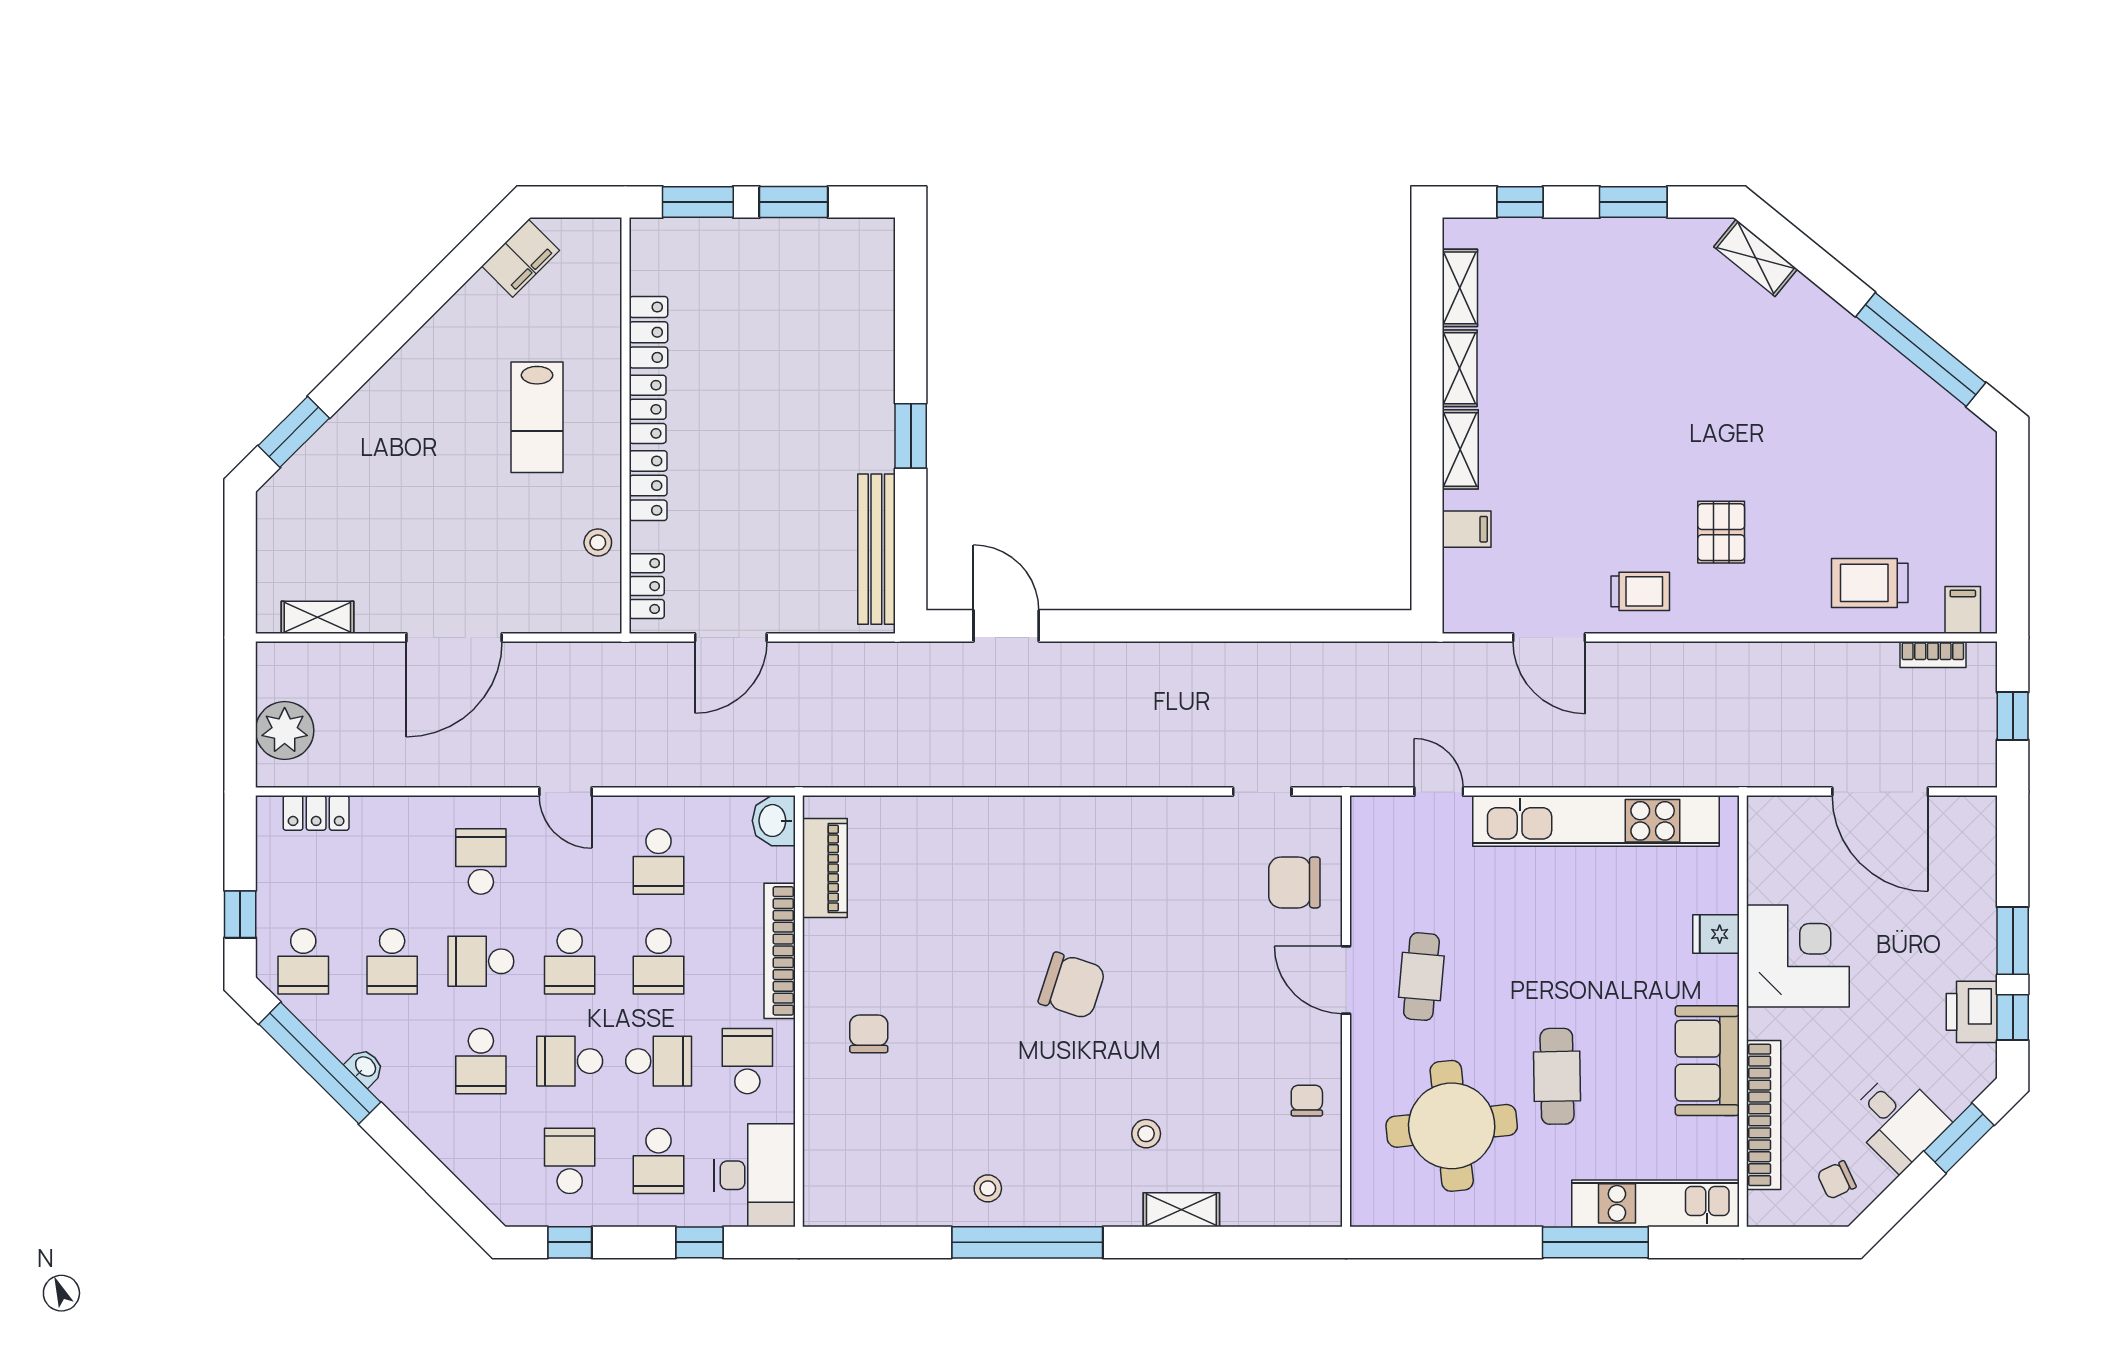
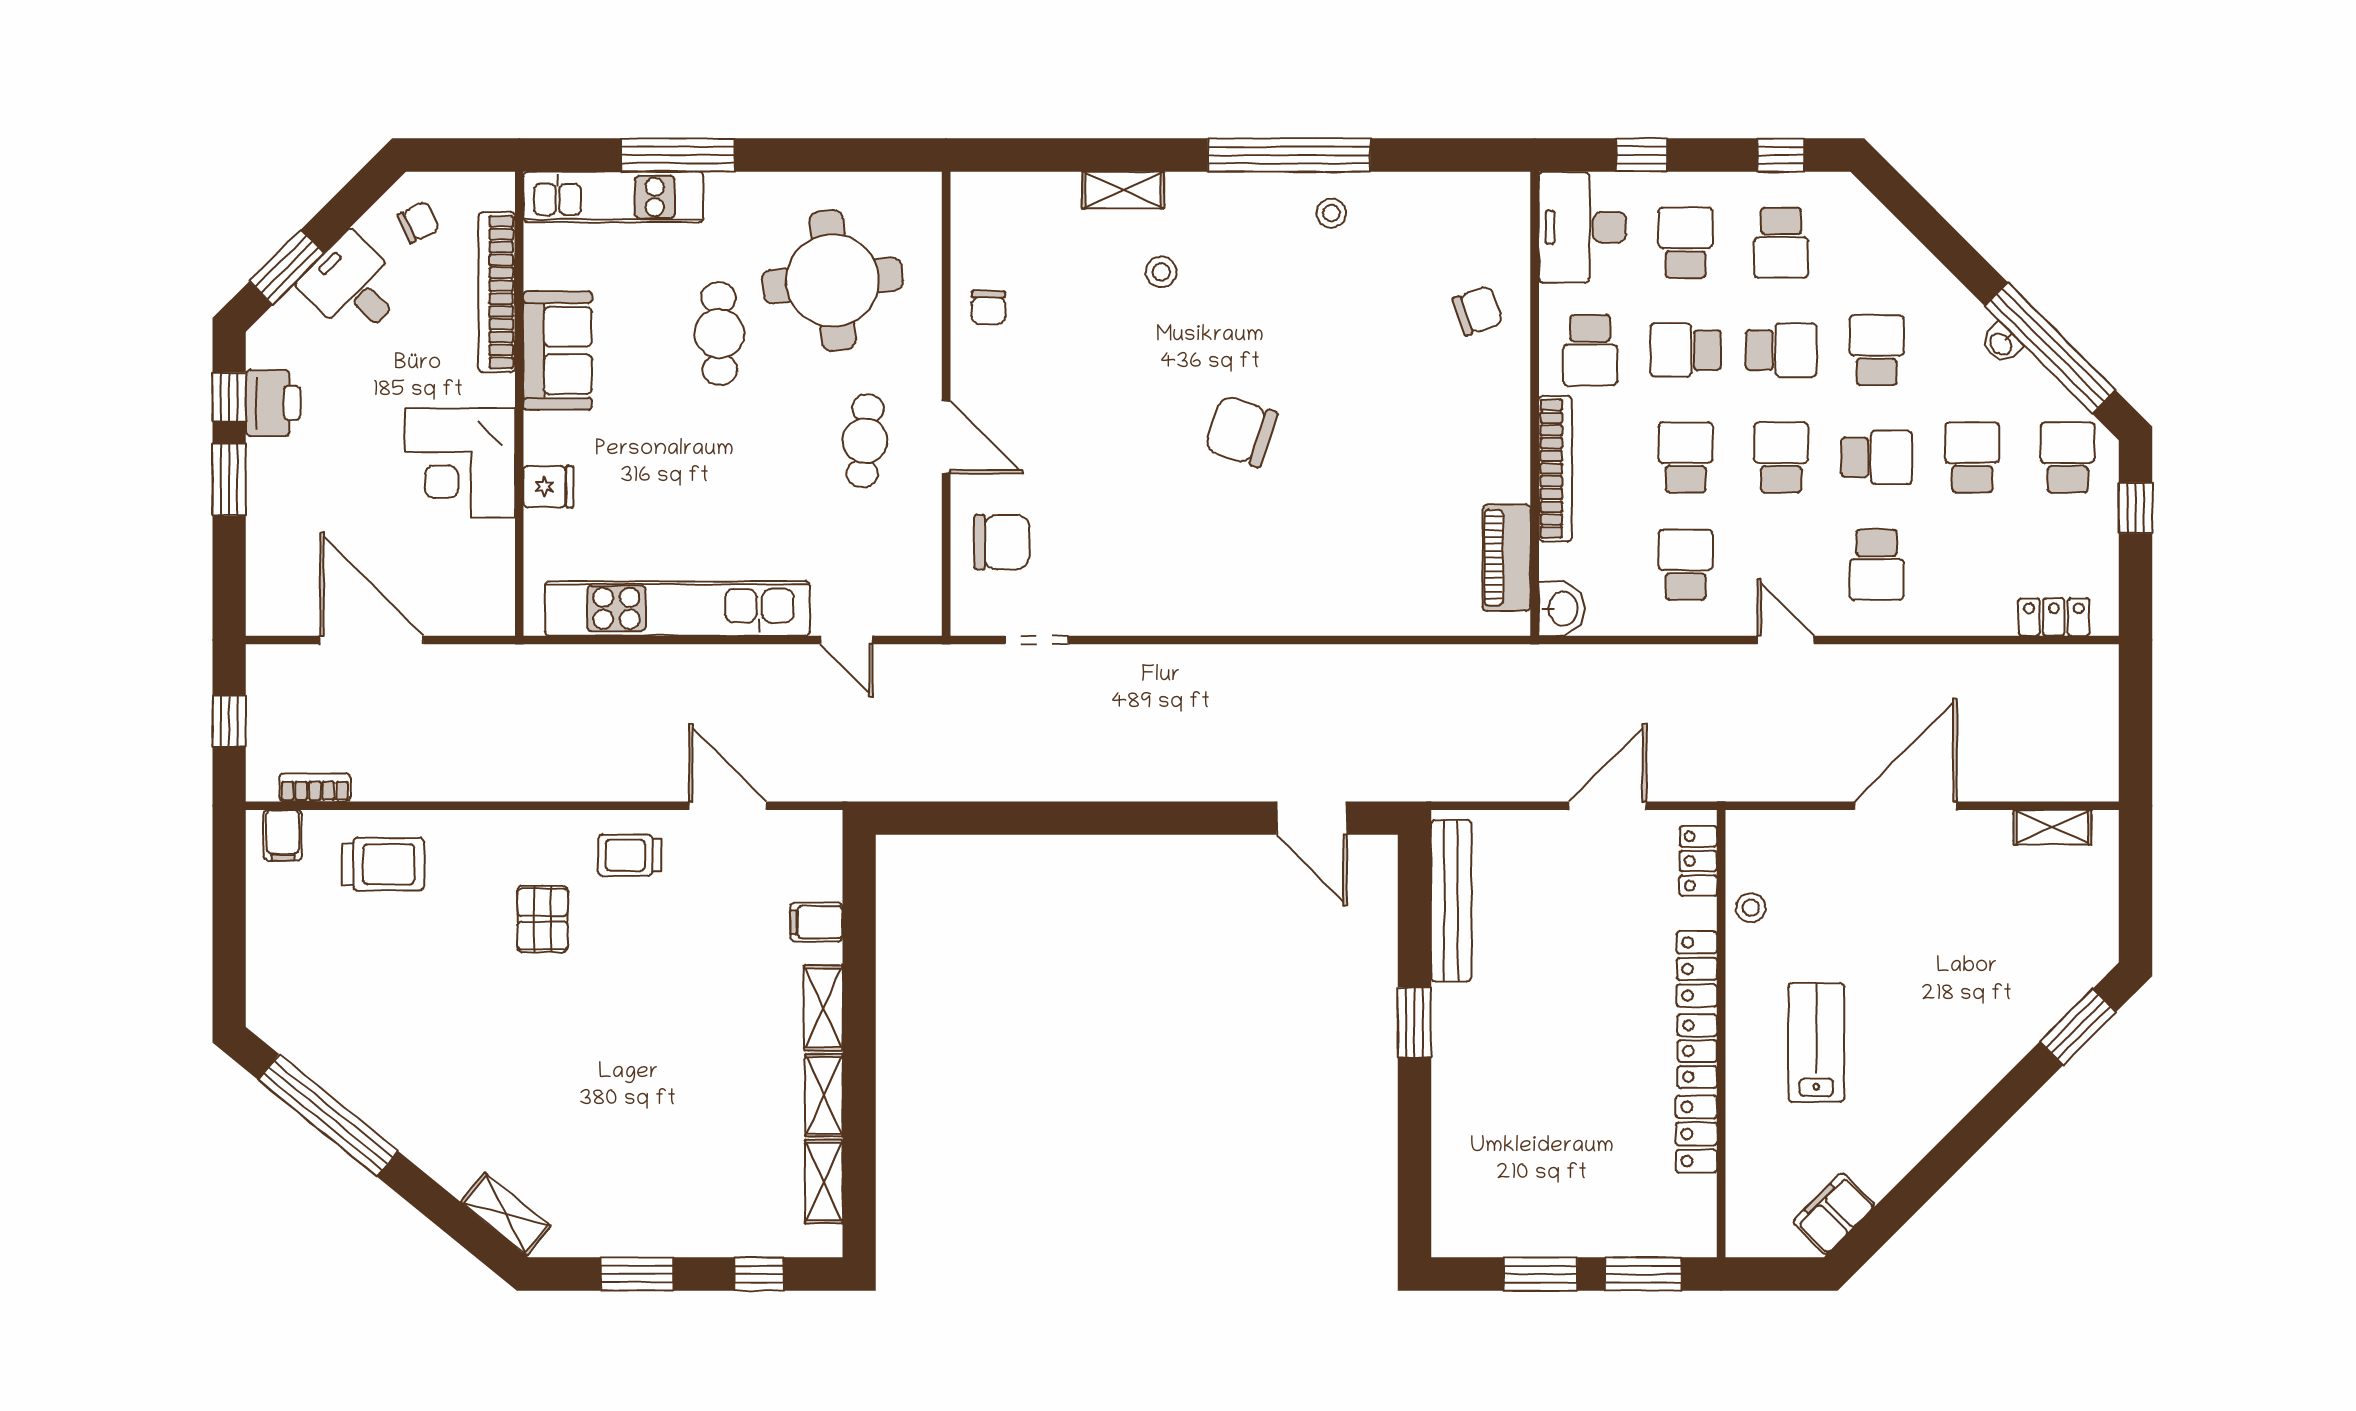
plant: (285, 731) -> (2088, 706), removed
chair: (869, 1034) -> (1478, 311), moved, turned -109

